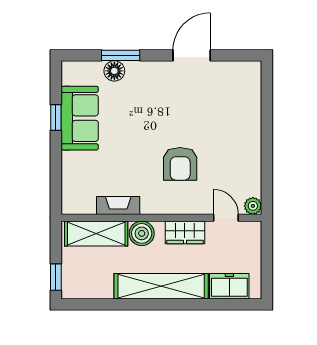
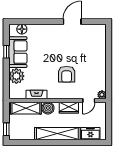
window: (121, 55) -> (38, 22), removed
floor lamp: (114, 71) -> (22, 29), moved
plant: (77, 167) -> (16, 76), added
door: (226, 218) -> (89, 100), swing flipped

